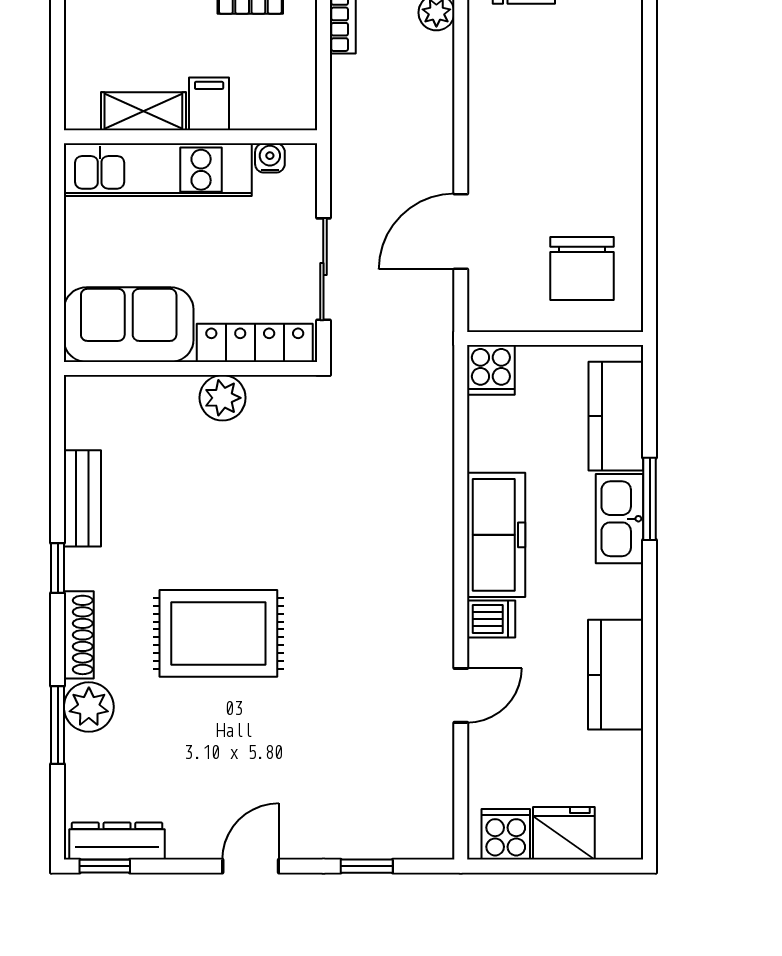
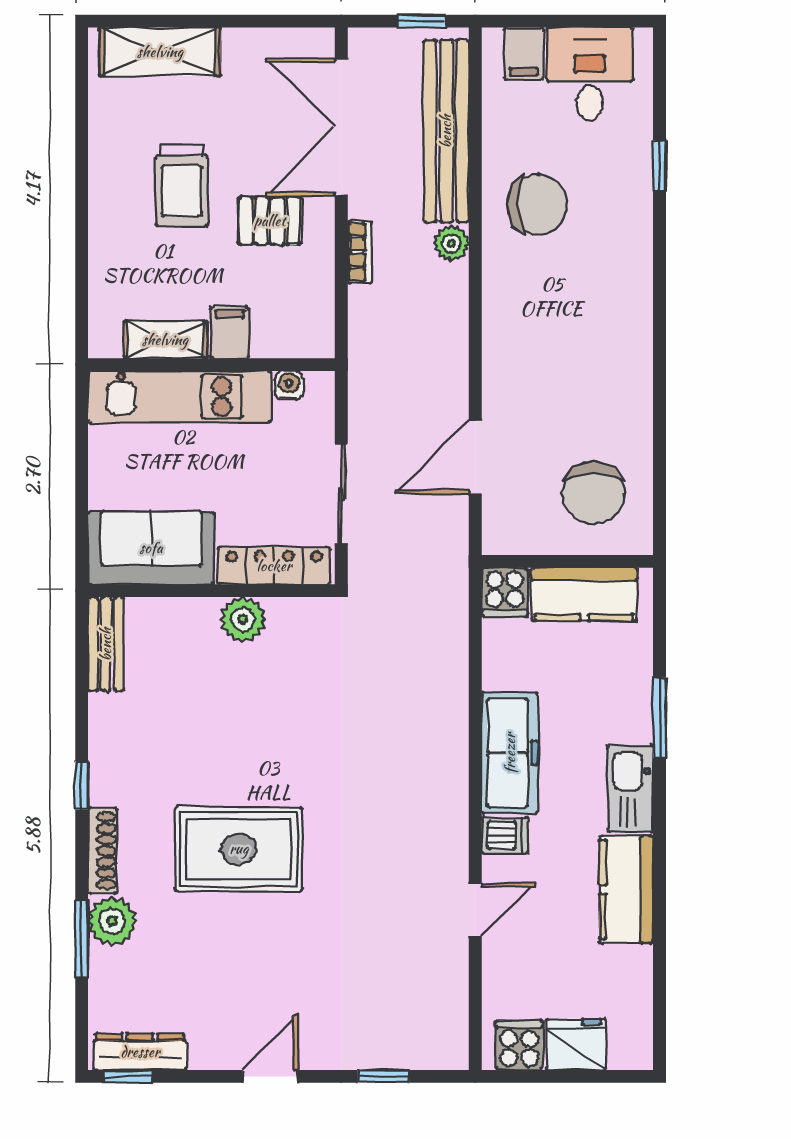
kitchen counter: (616, 416) -> (584, 594), moved, turned -90
bench: (82, 498) -> (106, 644), moved
kitchen sink: (620, 519) -> (630, 789), moved

